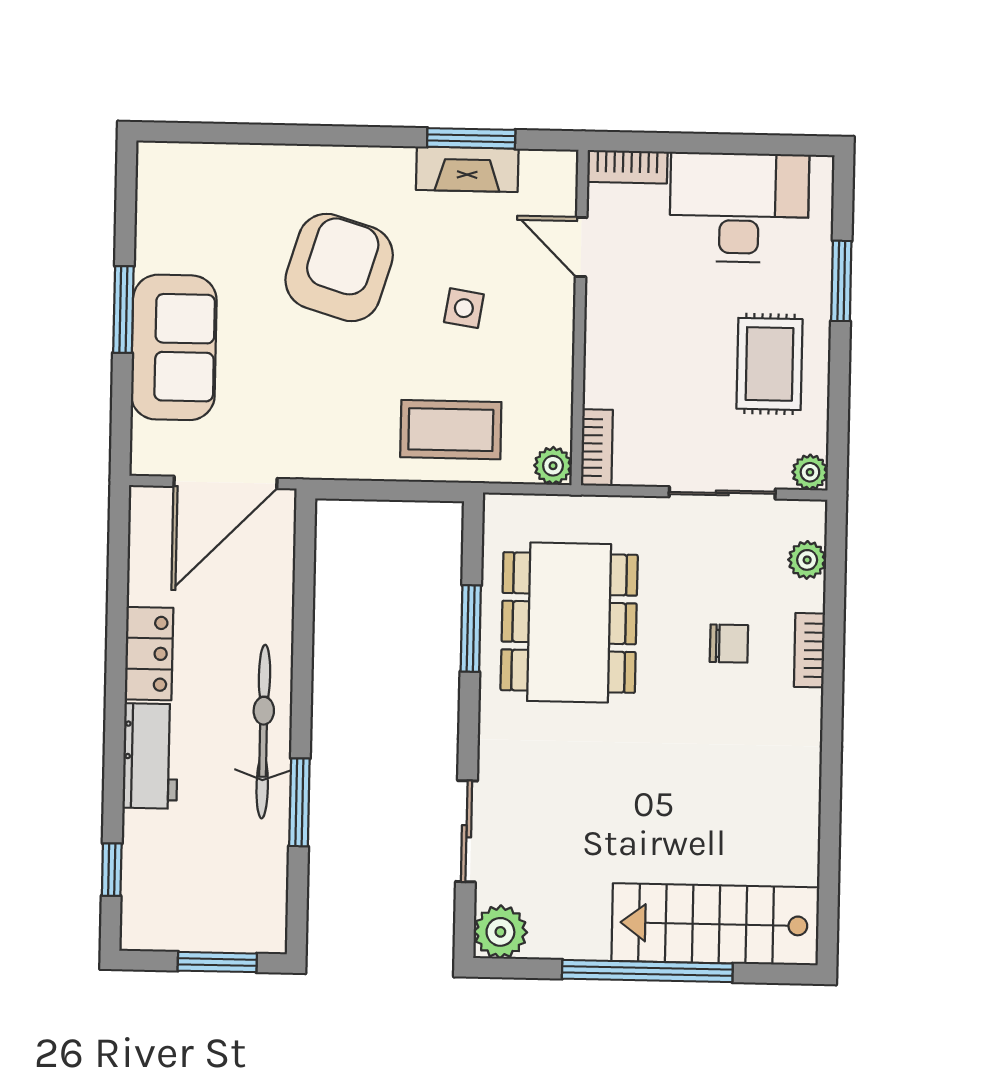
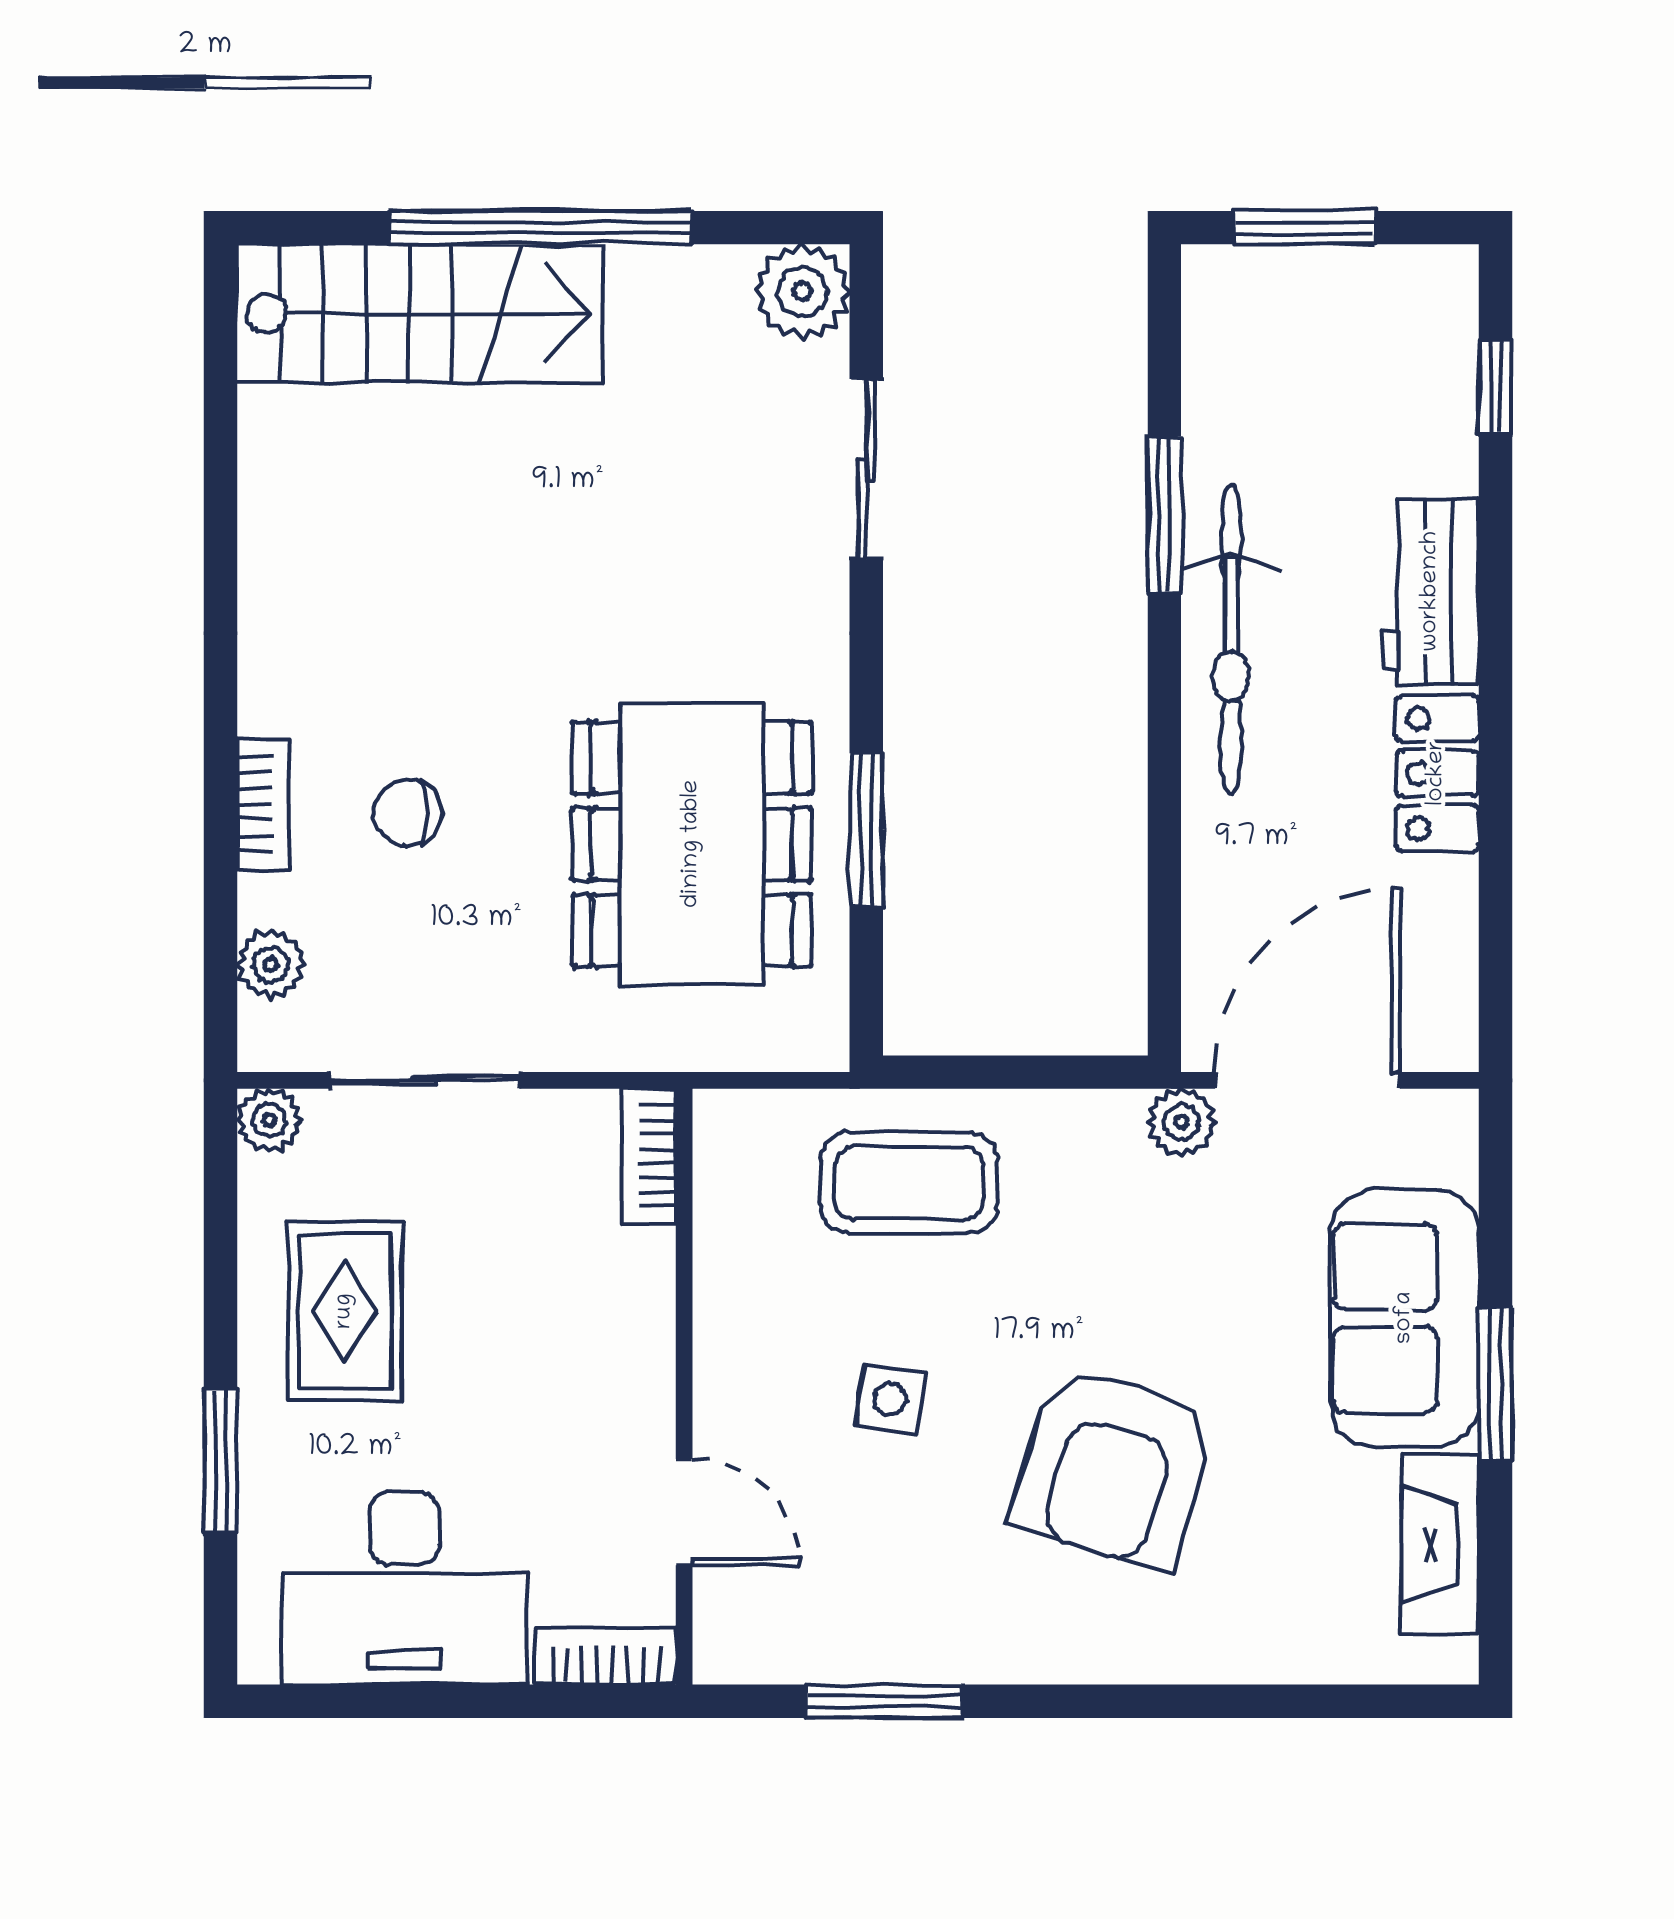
fireplace: (467, 169) -> (1440, 1544), moved, turned -90
plant: (553, 466) -> (1181, 1122), moved

